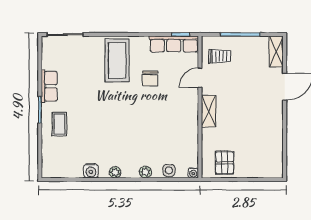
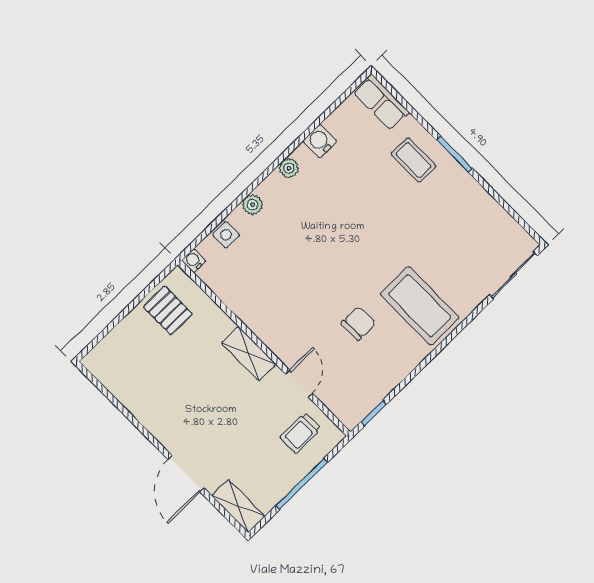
row of seats: (174, 44) -> (371, 393), removed
chair: (150, 78) -> (358, 323), turned 90
row of seats: (49, 86) -> (381, 102), moved

